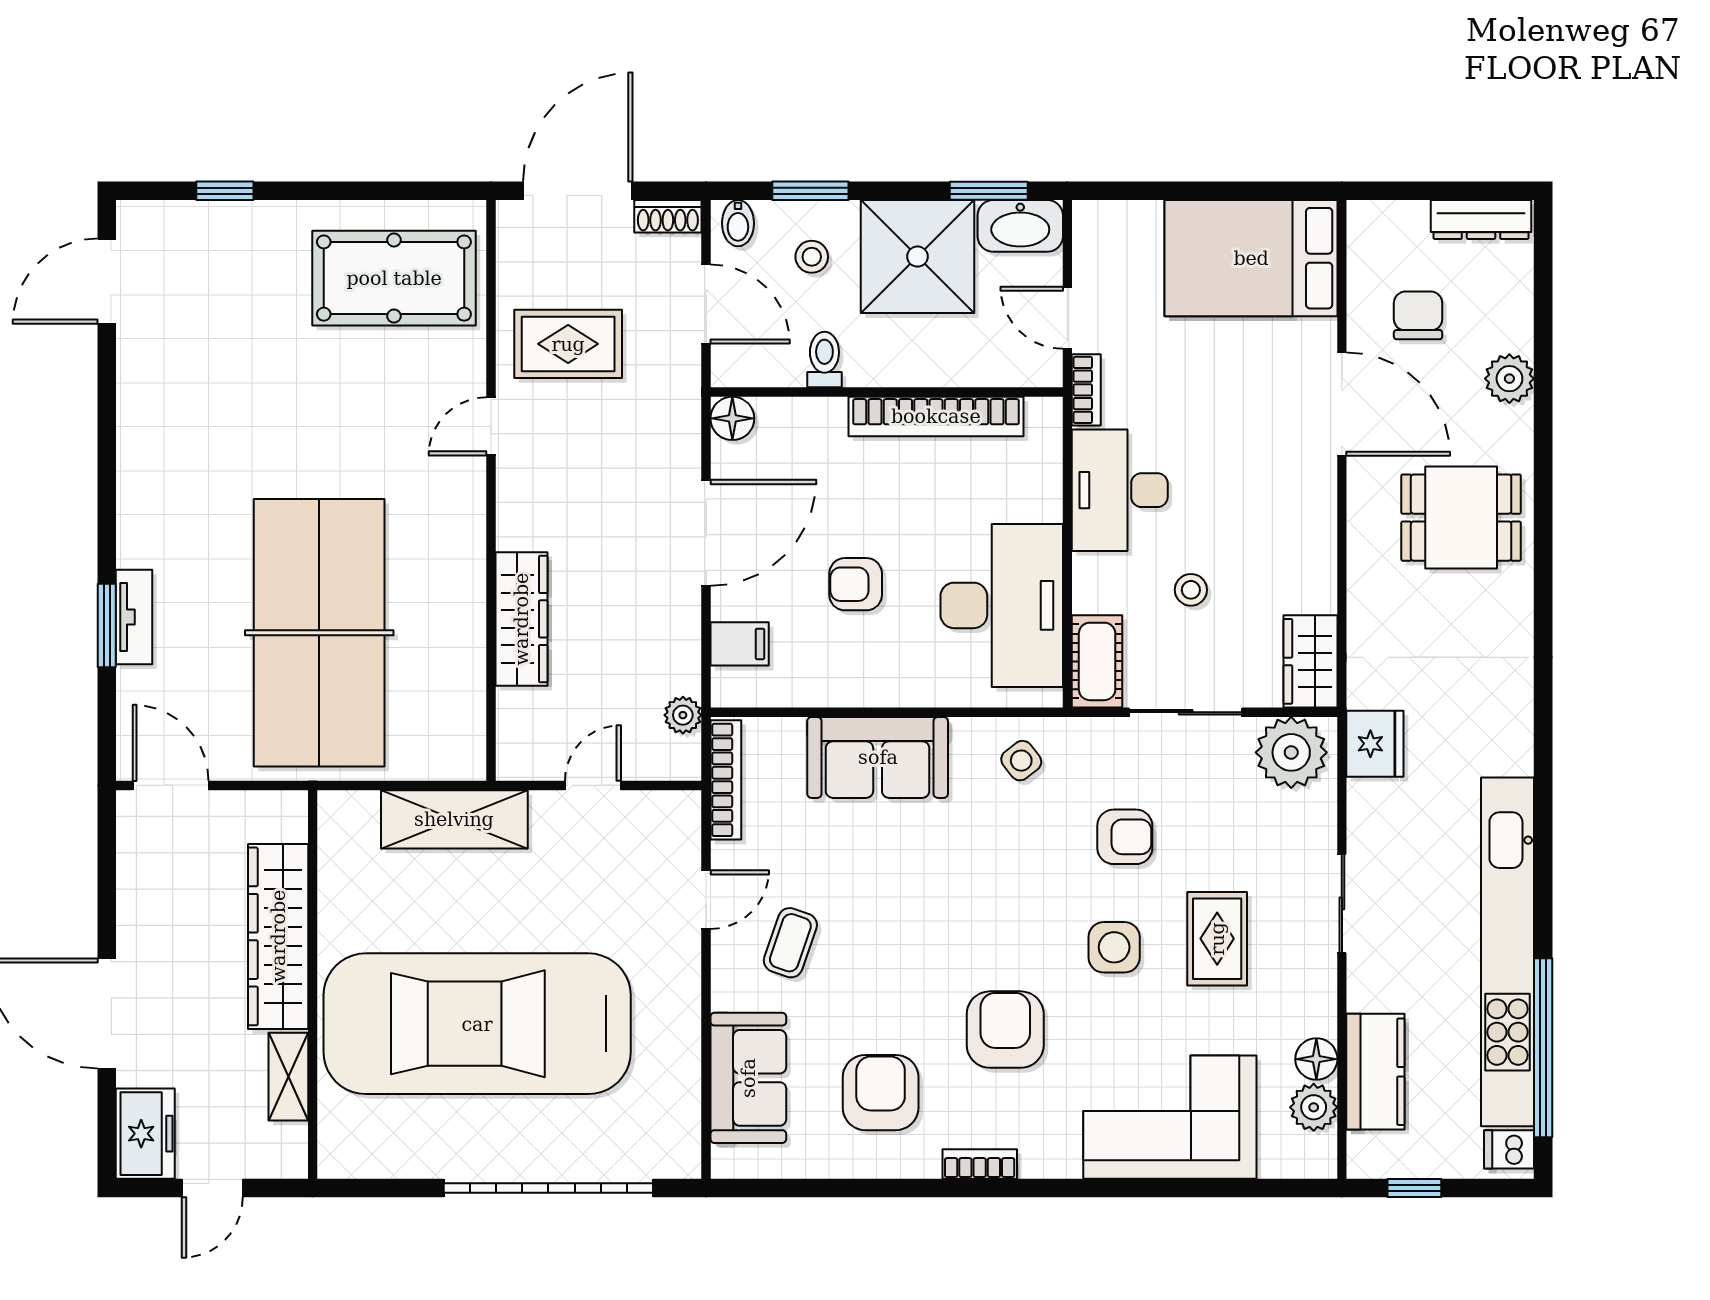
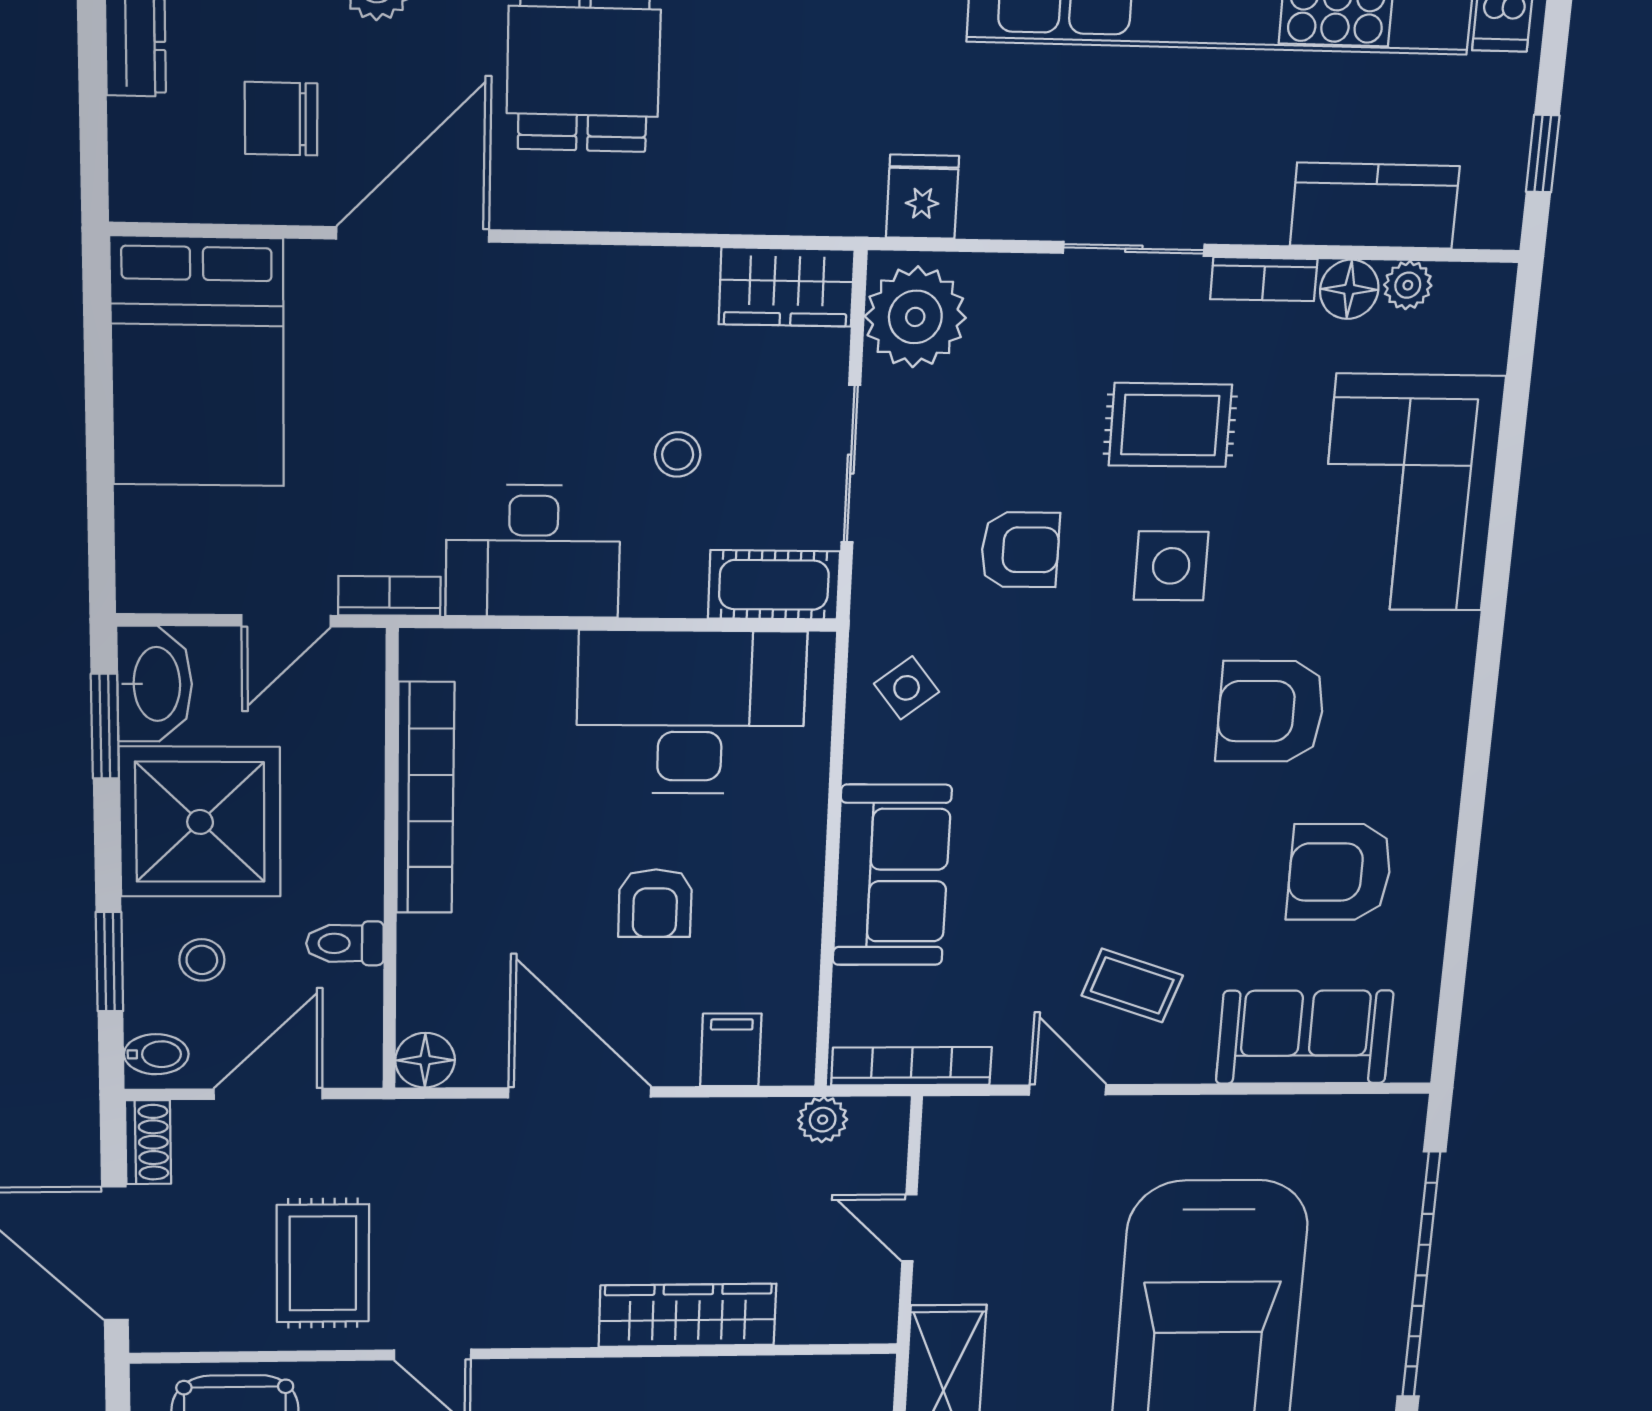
fridge: (1375, 744) -> (922, 197), width x0.72
armchair: (1125, 837) -> (1020, 550), turned 90
plant: (1314, 1107) -> (1408, 285), width x0.73, depth x0.73
bookcase: (980, 1164) -> (1264, 279), moved, turned -90

